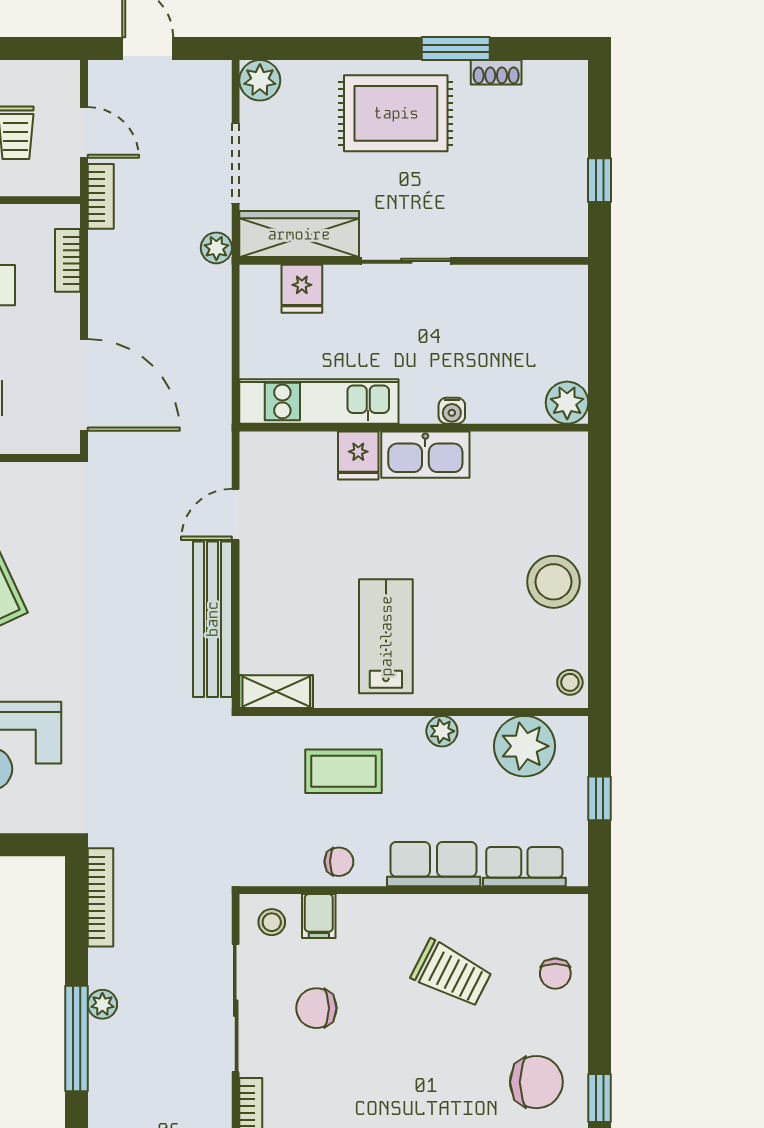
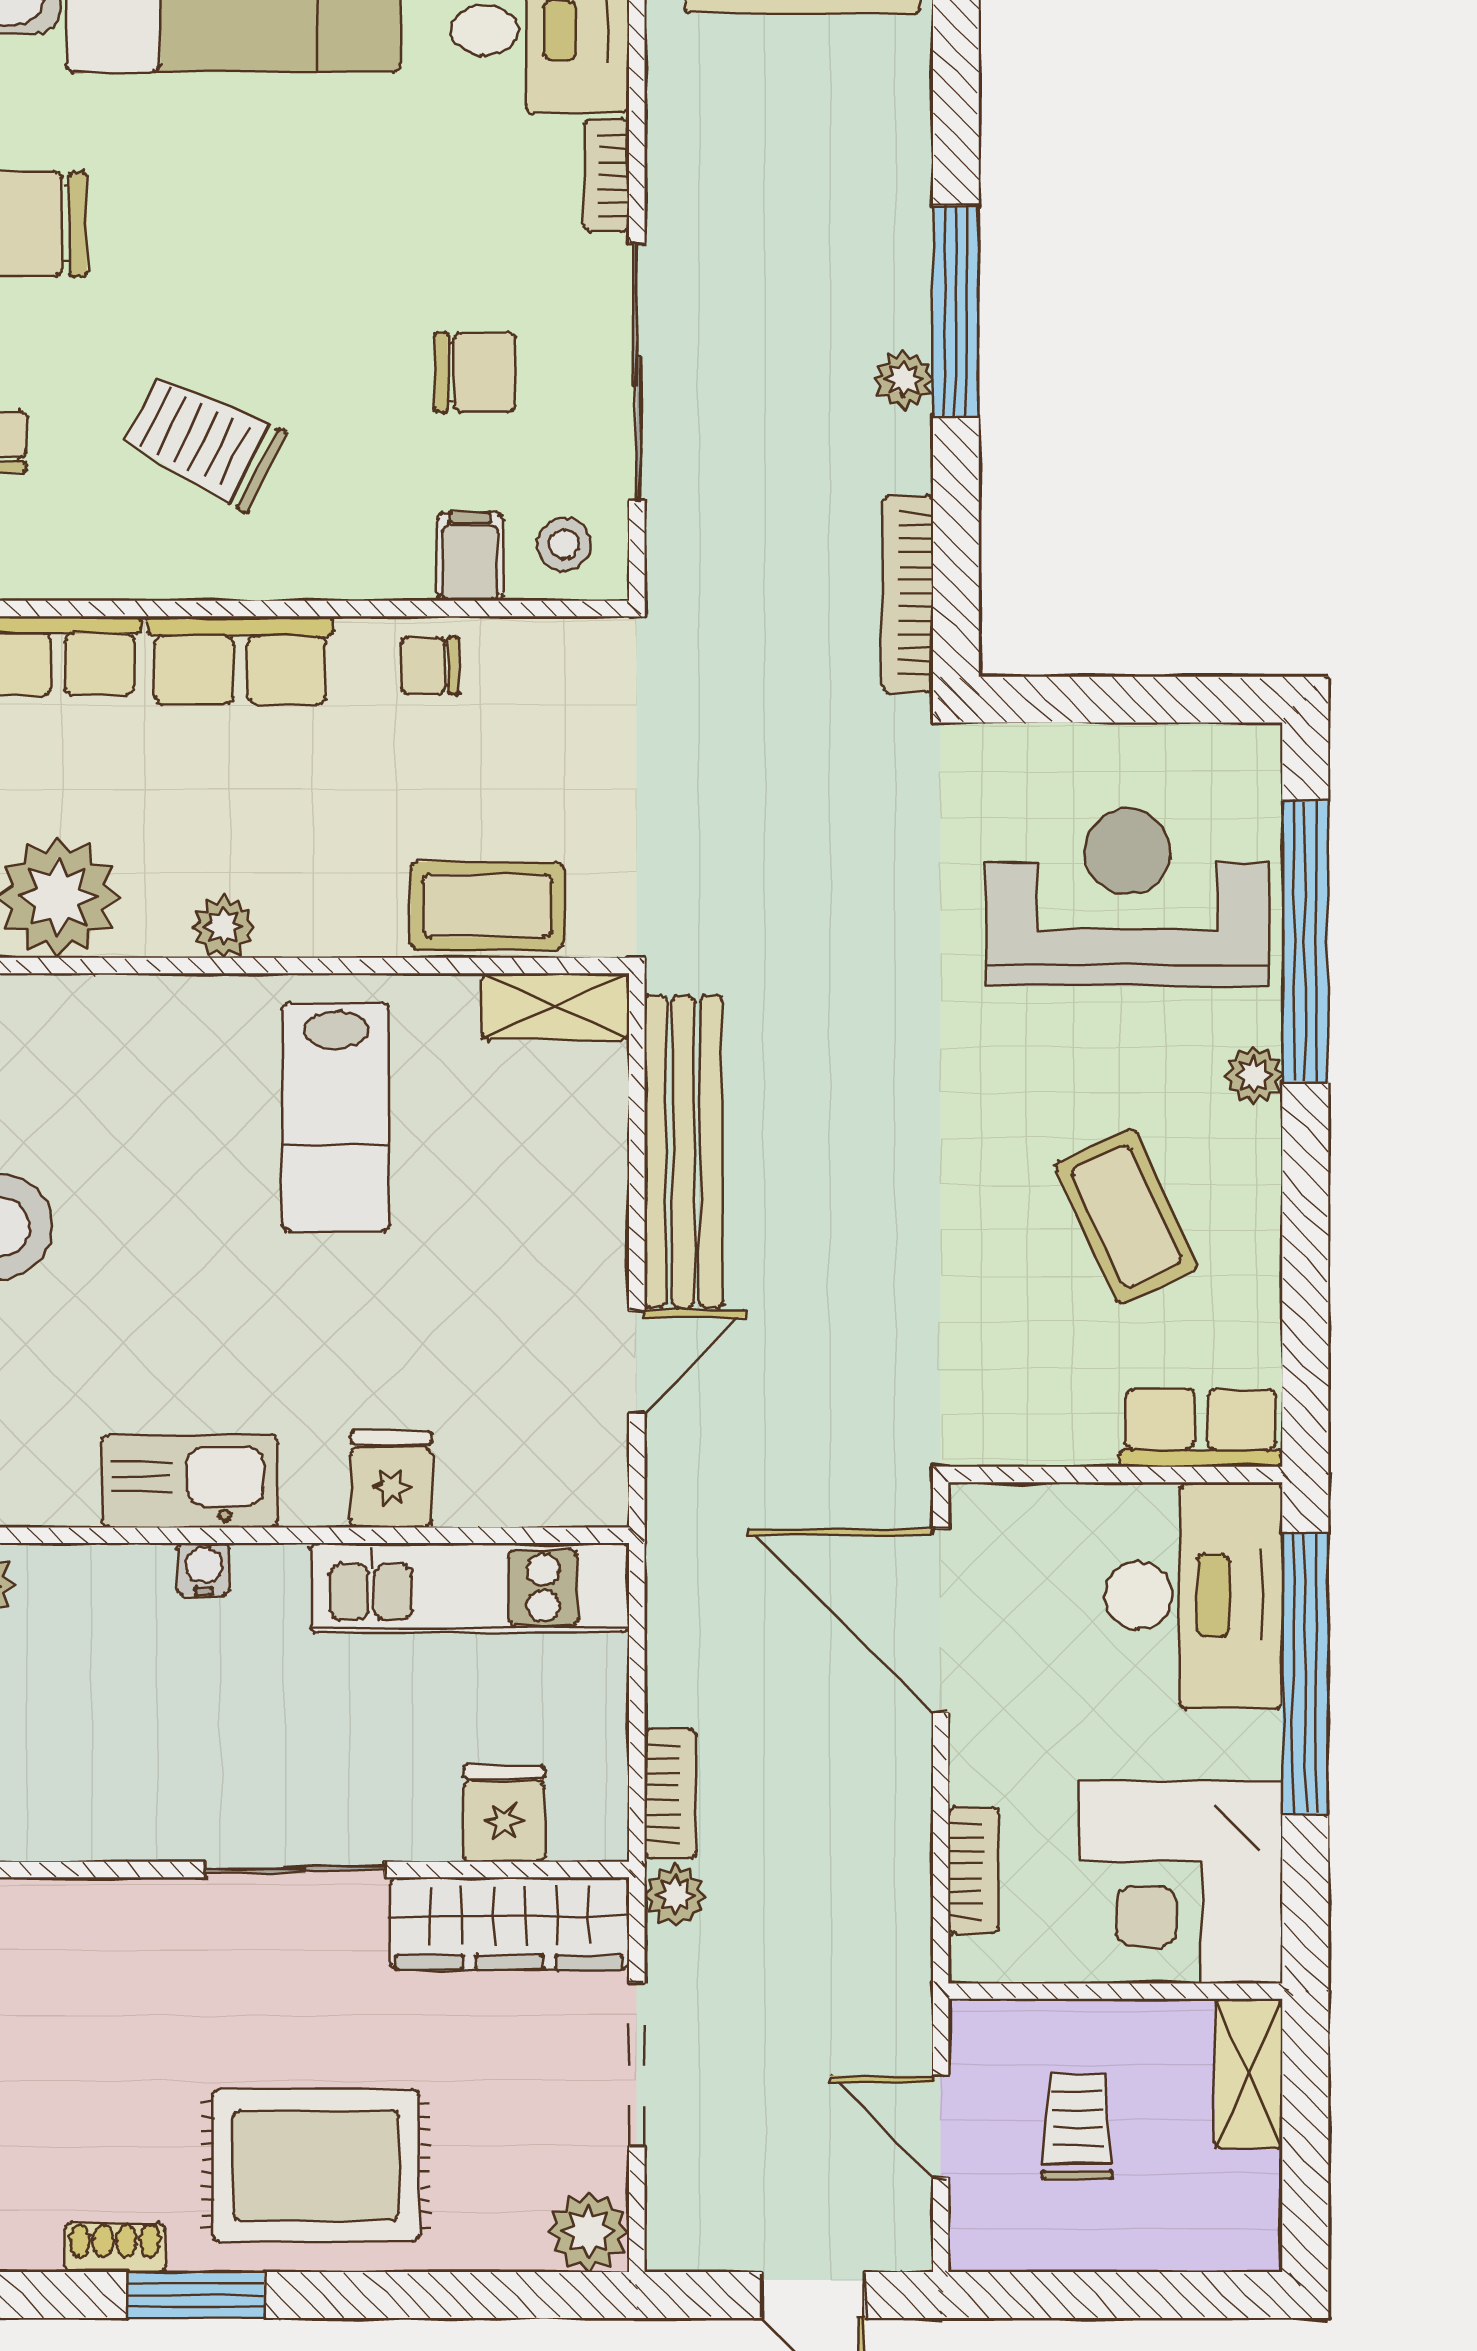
bookcase: (101, 196) -> (670, 1793), moved, turned 180
kitchen sink: (425, 455) -> (190, 1481), moved
coffee table: (343, 771) -> (487, 906), moved

